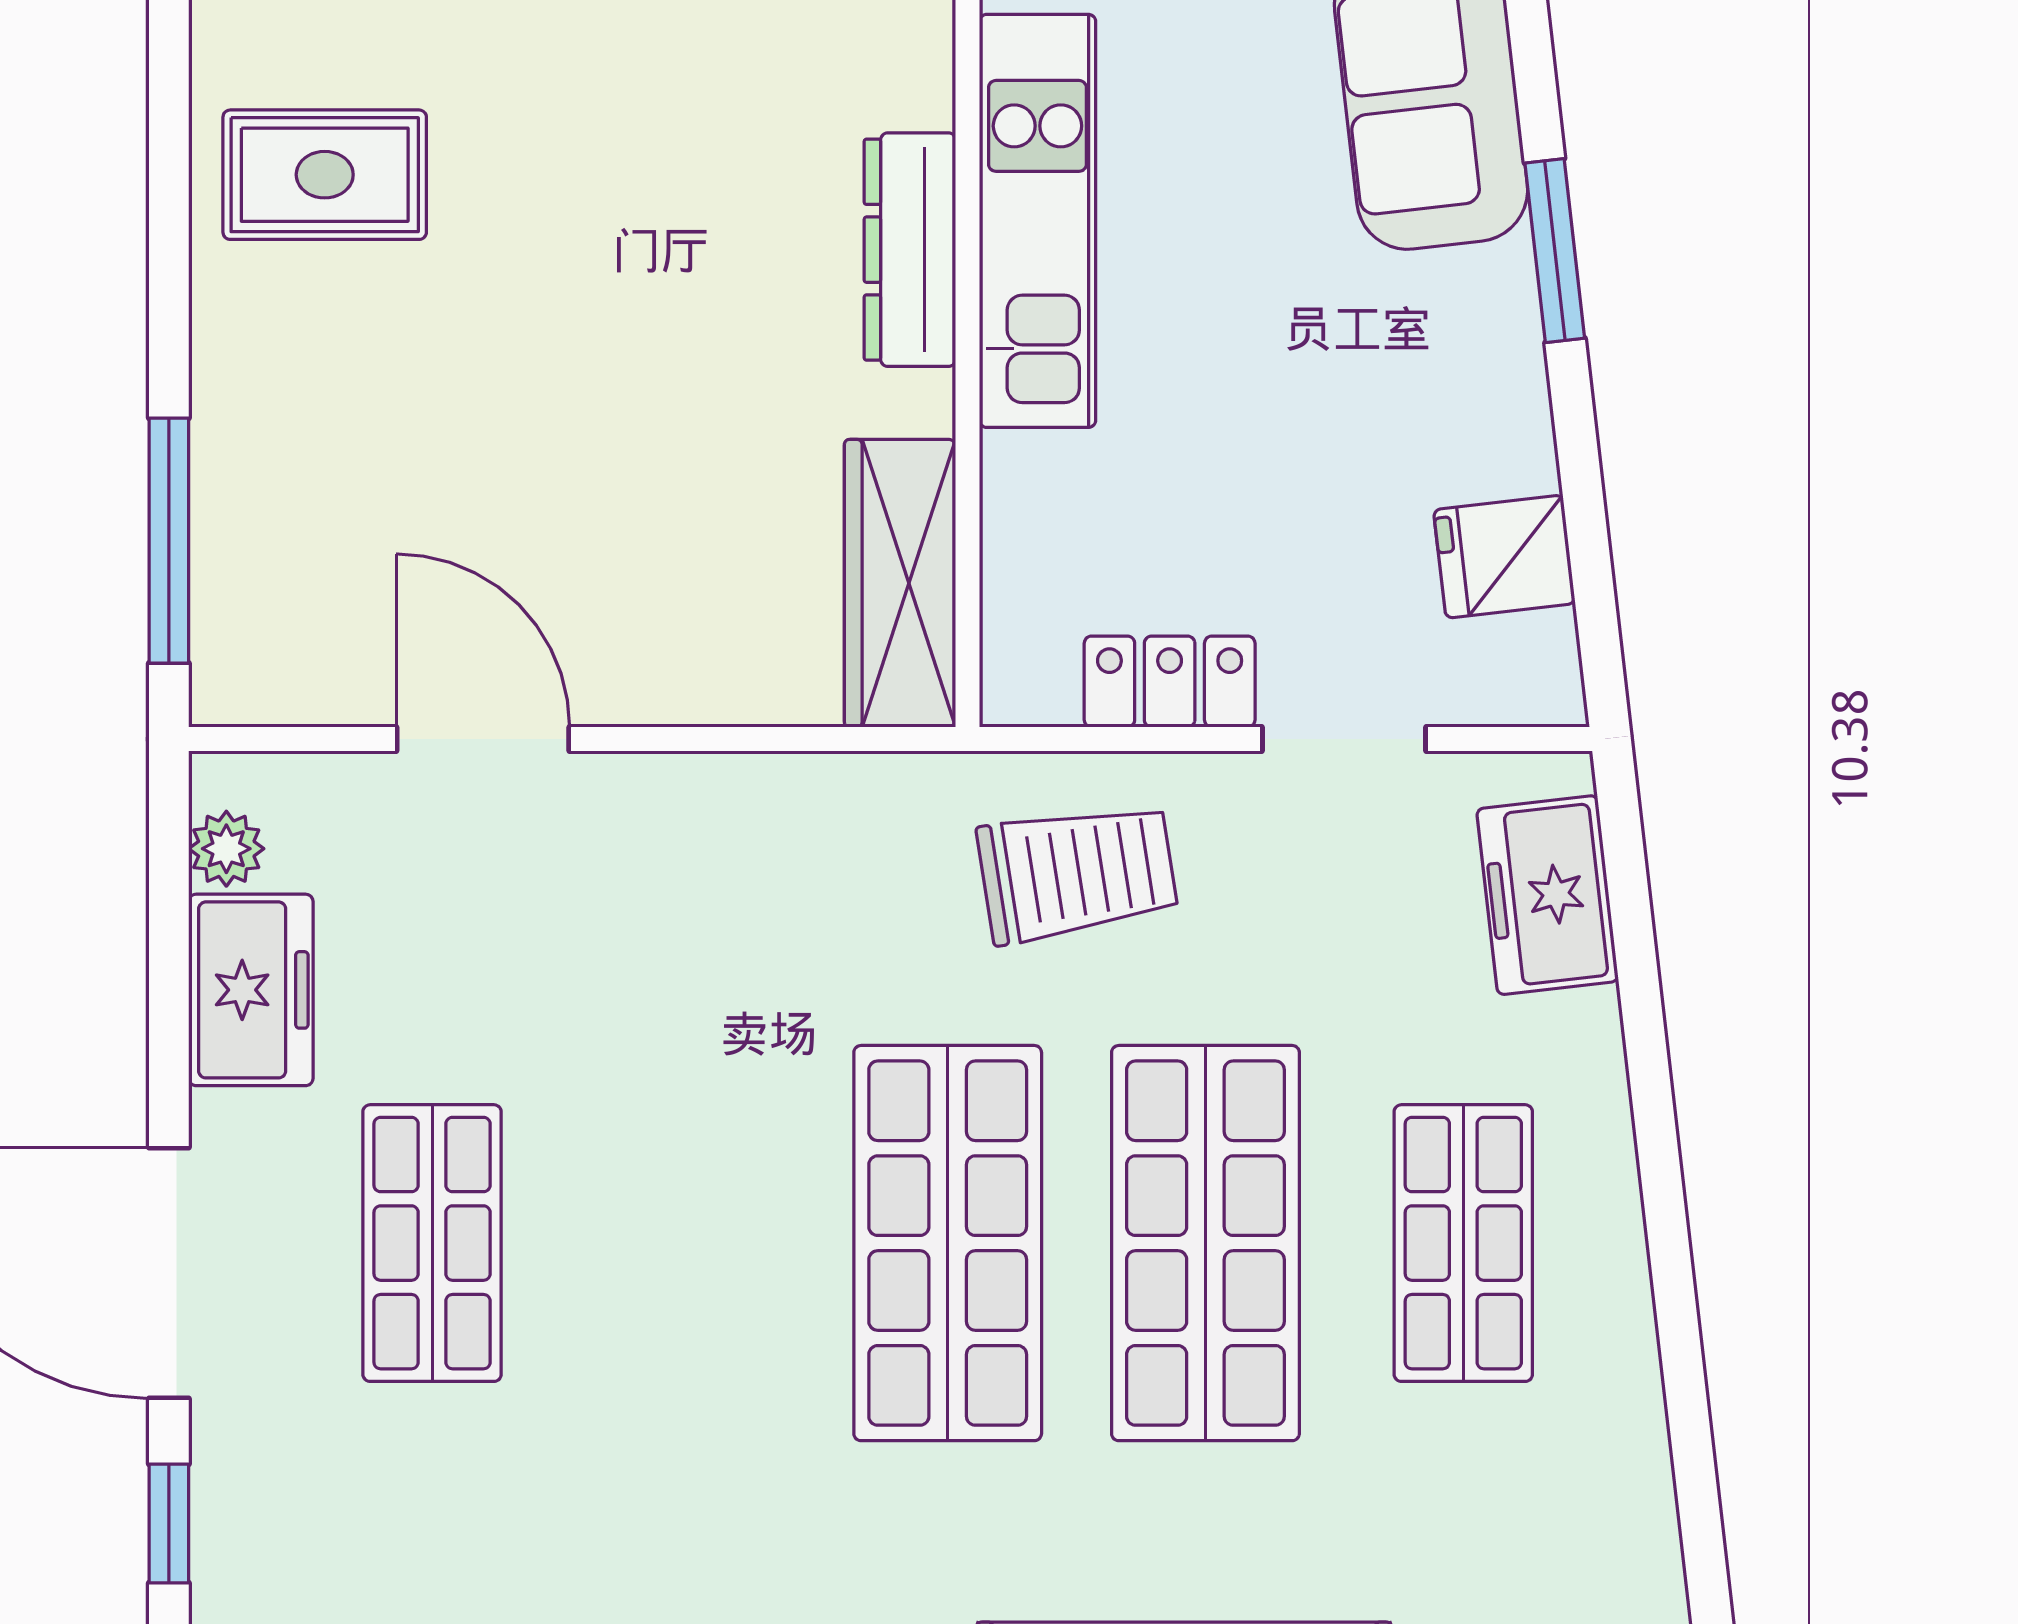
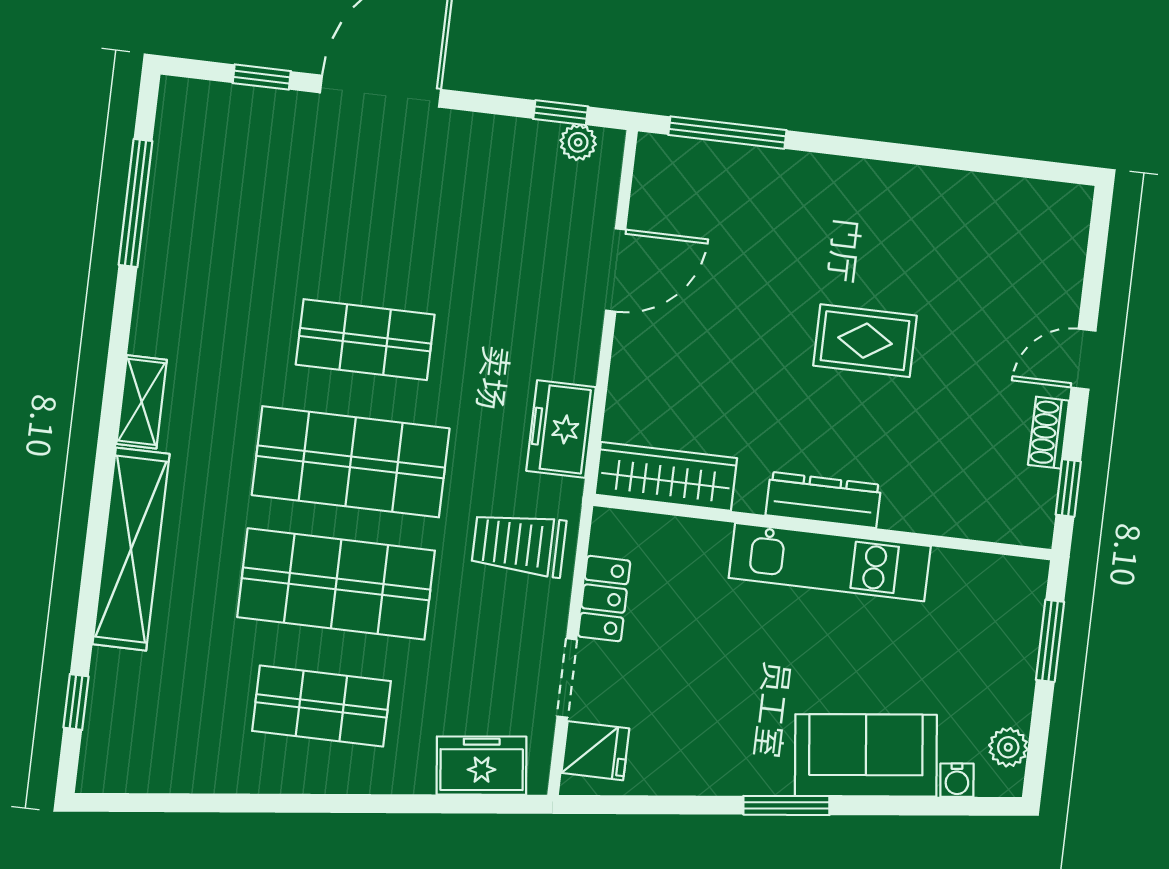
rug: (325, 175) -> (865, 341), moved, turned 90
fridge: (1504, 557) -> (595, 751), moved, turned 97
trolley: (1077, 873) -> (519, 544), turned 99
window: (169, 893) -> (561, 113), added
freezer: (251, 990) -> (561, 429), moved, turned 90
shop shelf: (432, 1243) -> (365, 340), moved

